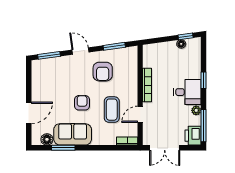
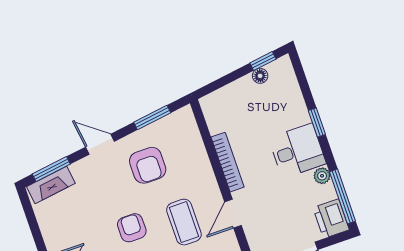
fireplace: (46, 64) -> (51, 185), added

